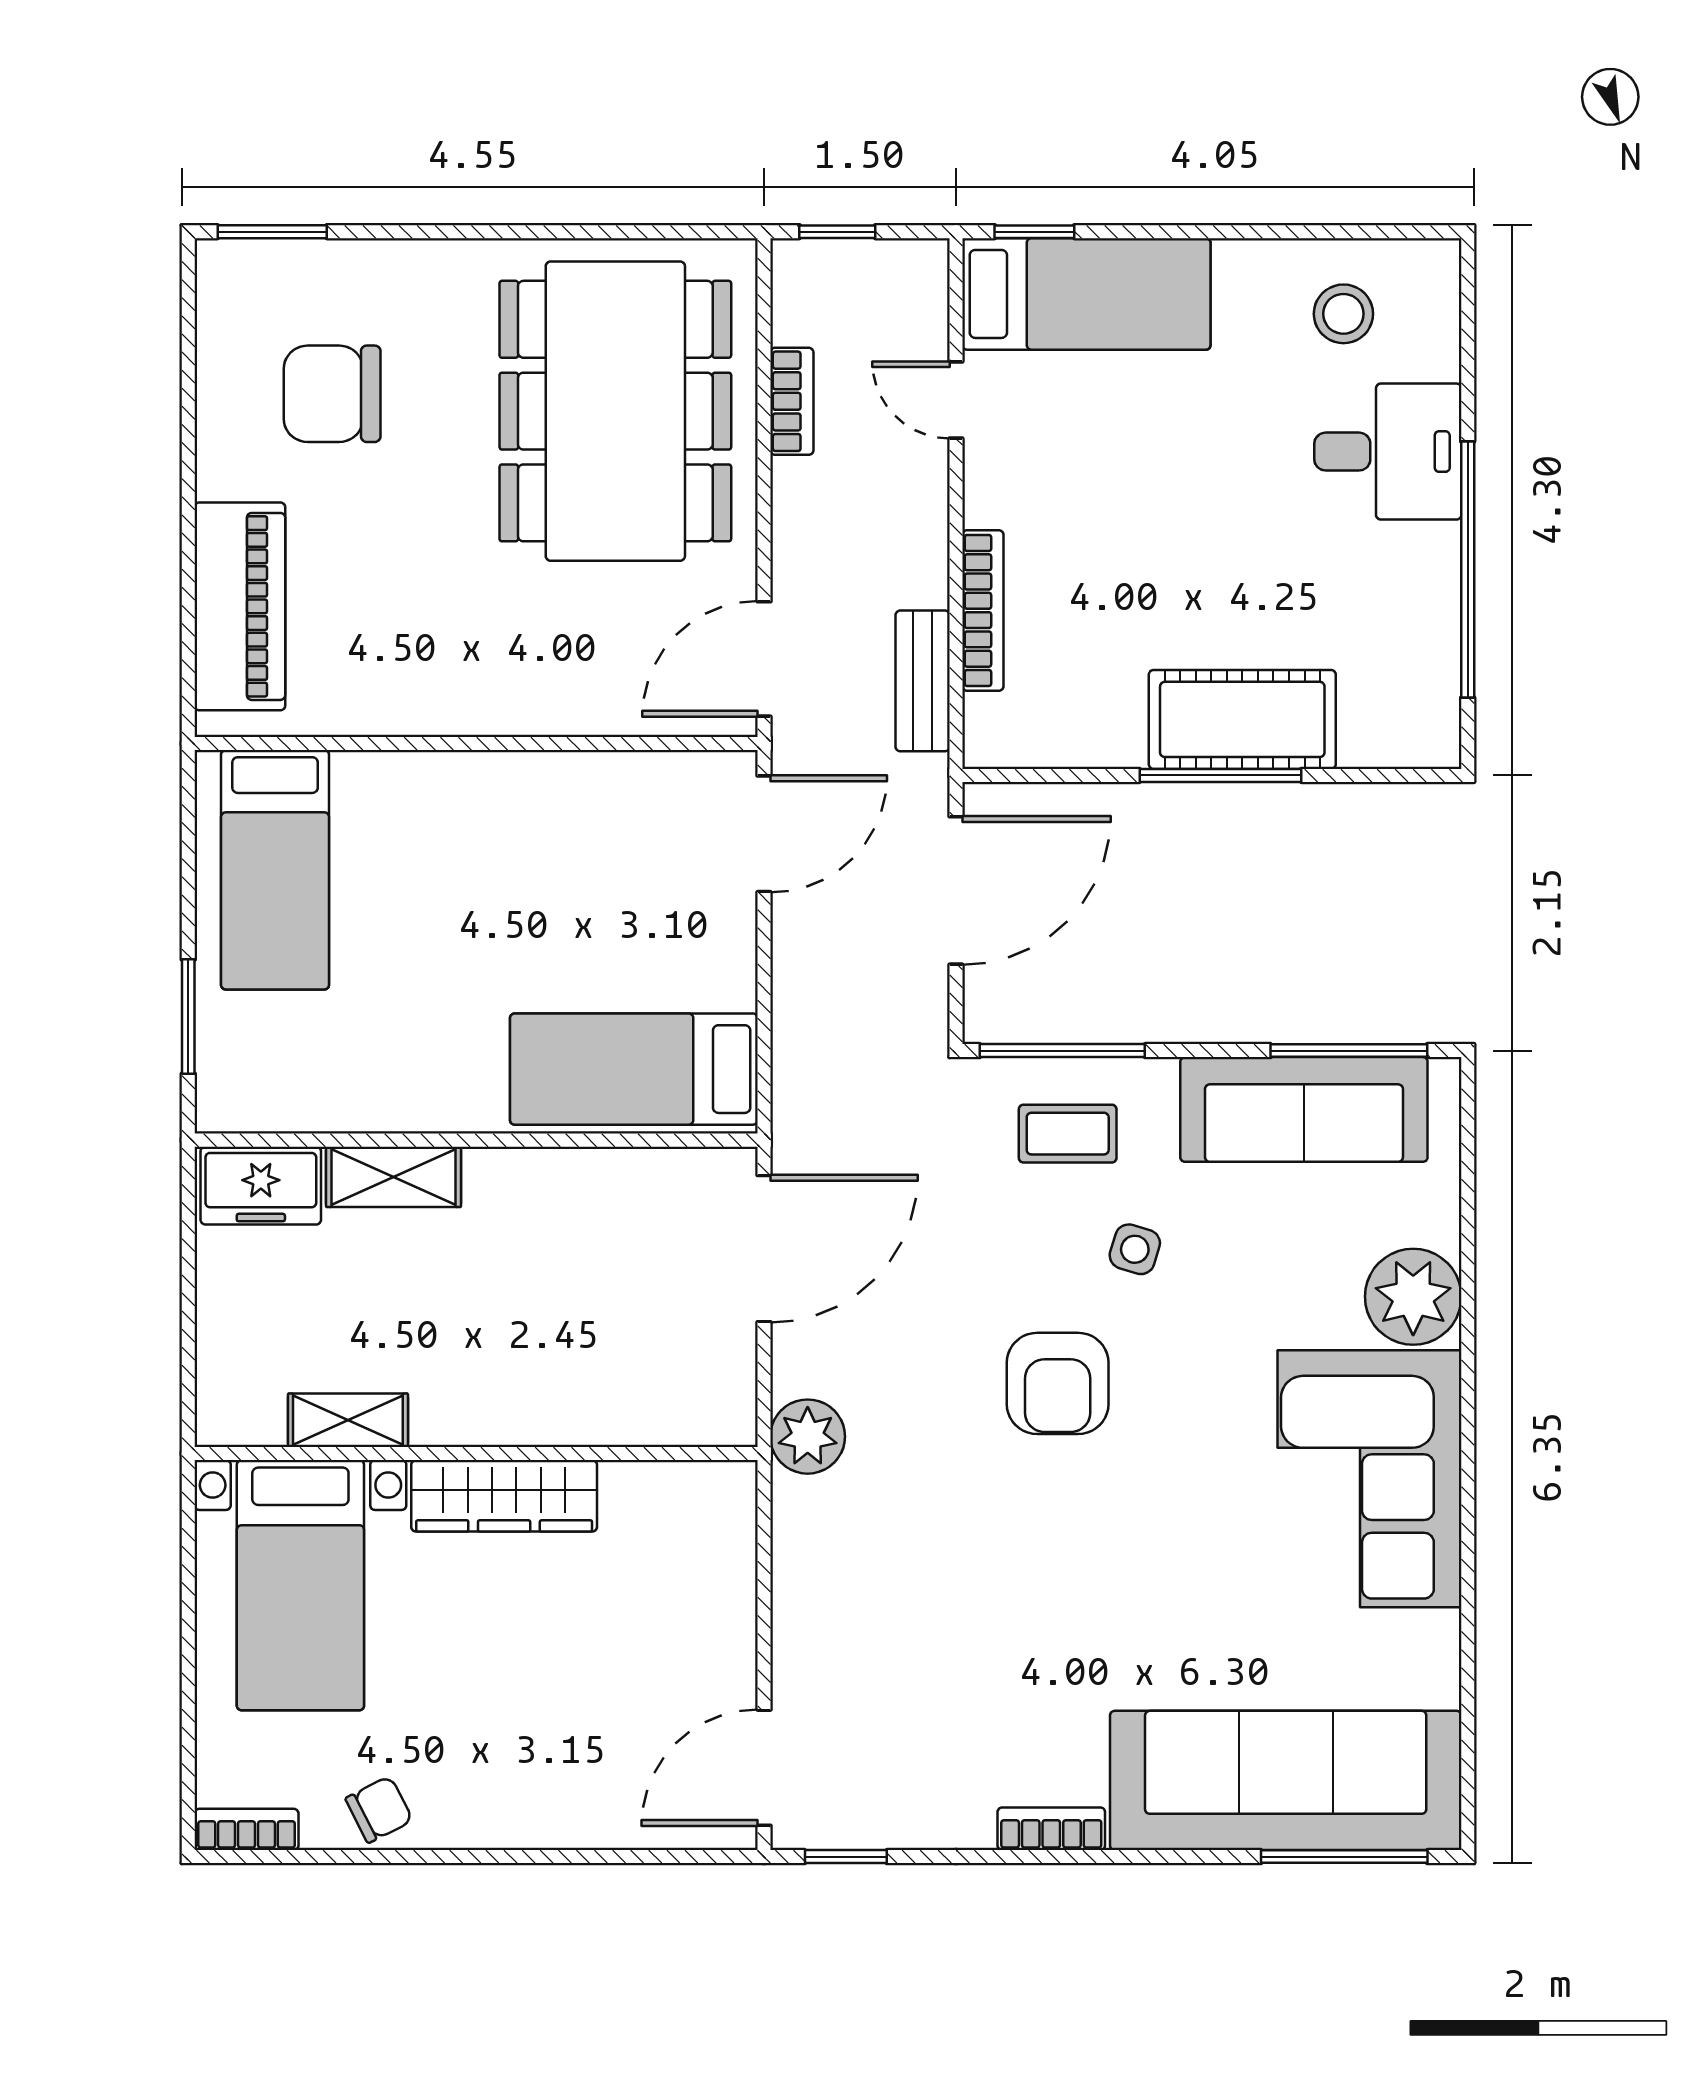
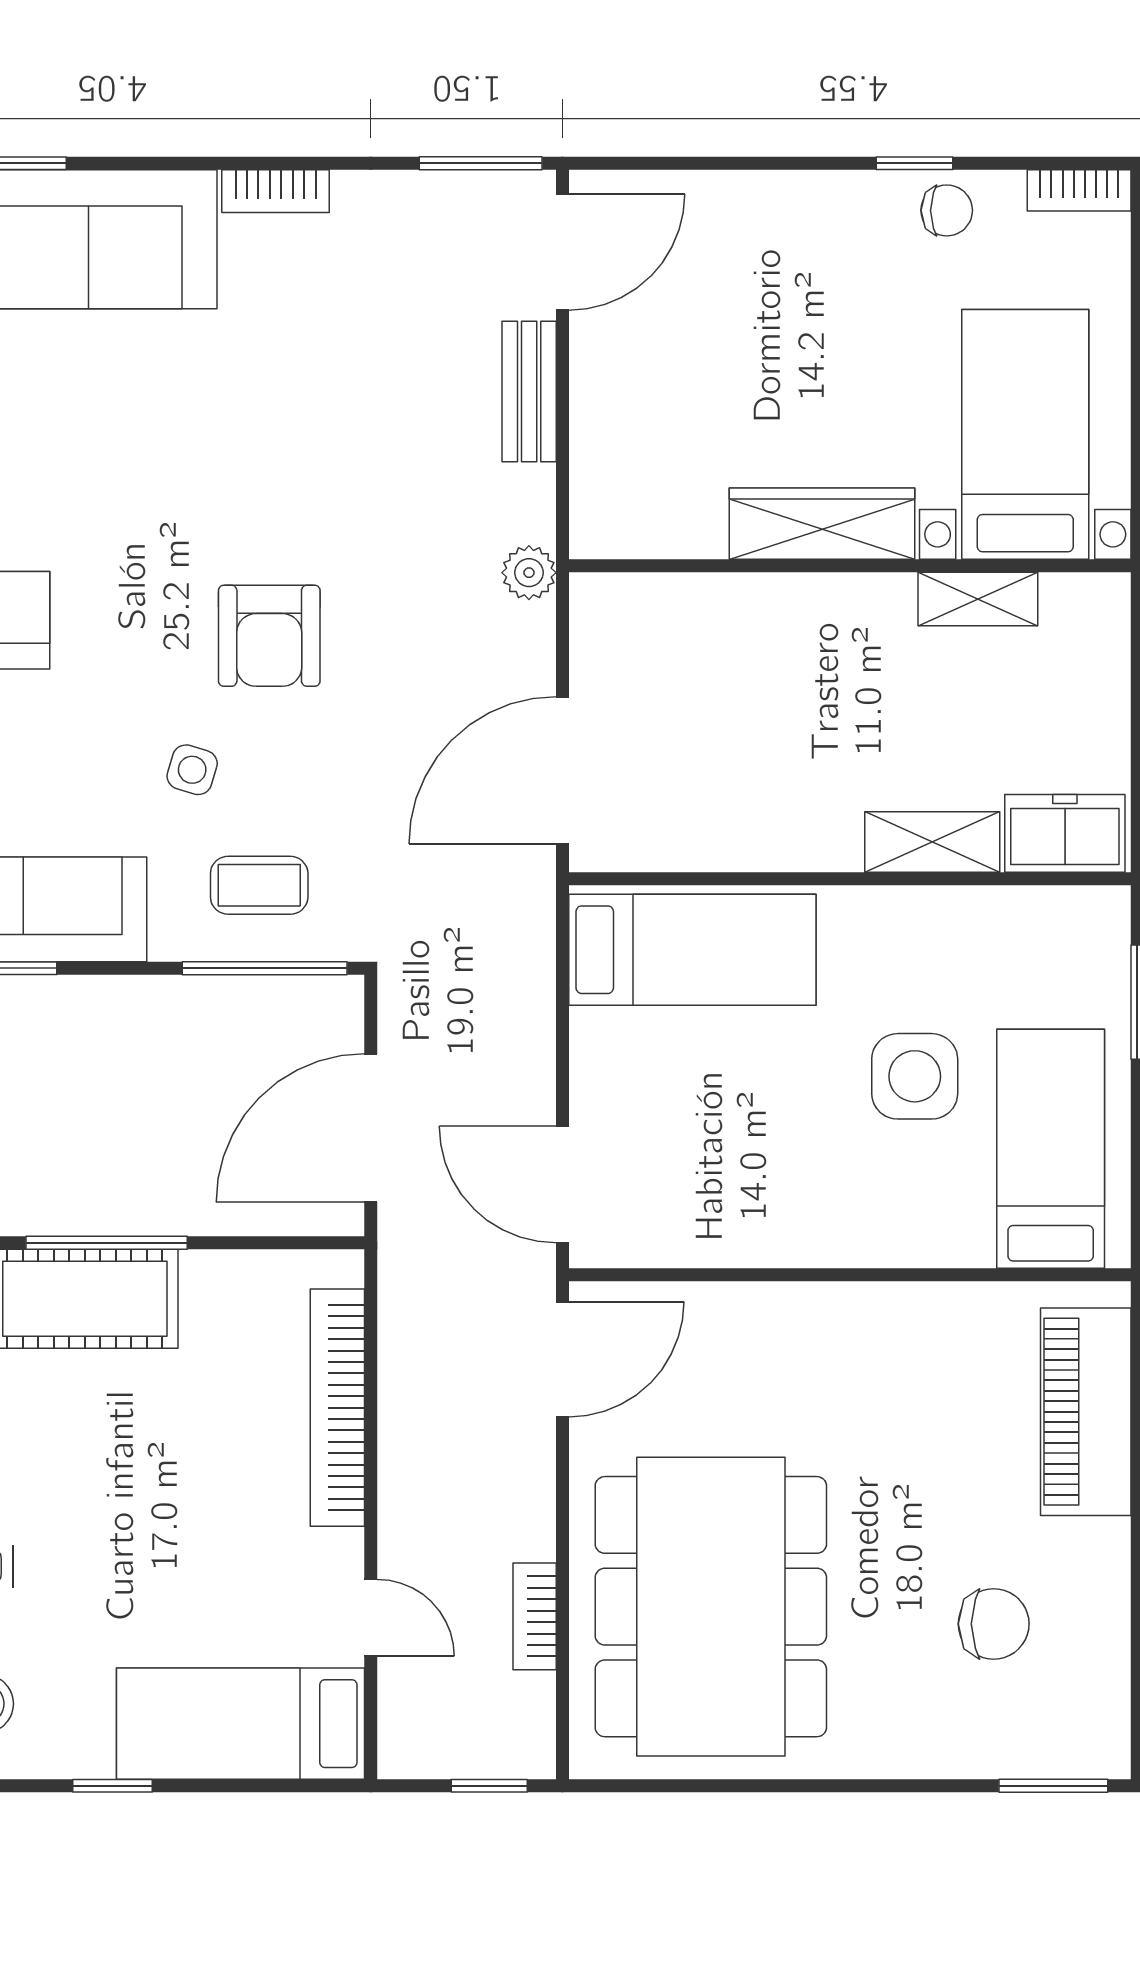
window: (1034, 232) -> (113, 1786), moved
chair: (332, 394) -> (994, 1624), width x0.73, depth x0.73
bookcase: (983, 610) -> (337, 1408), width x1.48, depth x1.31
bench: (923, 681) -> (529, 391), moved
door: (764, 834) -> (562, 1185), hinge flipped
side table: (411, 942) -> (915, 1076), added
armchair: (1058, 1383) -> (269, 636), turned 180
plant: (808, 1437) -> (529, 573), width x0.73, depth x0.73
chair: (379, 1809) -> (947, 210), turned -153
window: (411, 1857) -> (915, 163), added
window: (846, 1857) -> (481, 163), width x1.50

